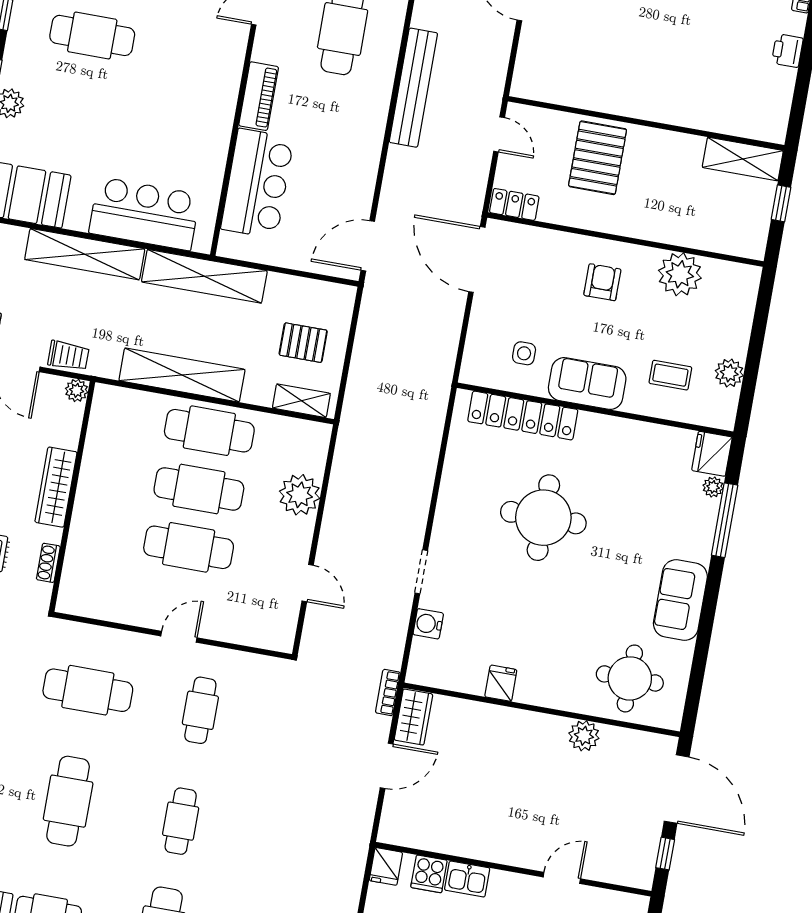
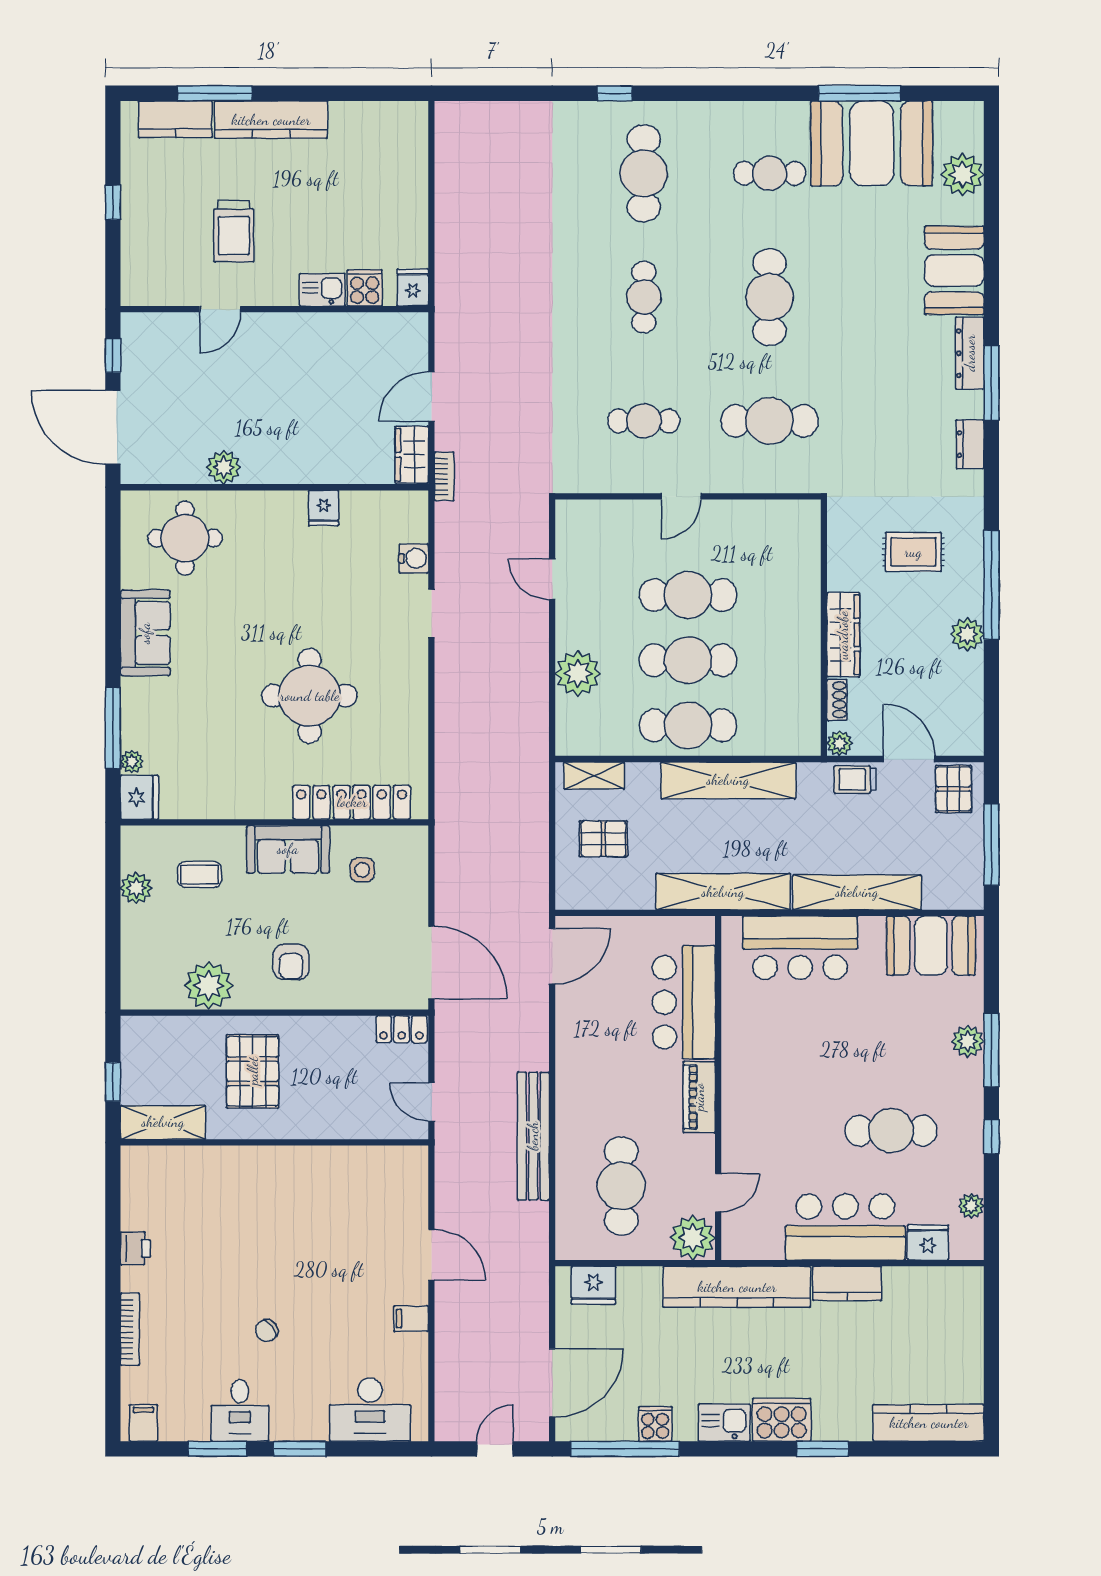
pallet: (598, 158) -> (253, 1071), moved
shoe rack: (48, 563) -> (837, 700), moved
cafe table: (200, 710) -> (644, 421), turned 90

